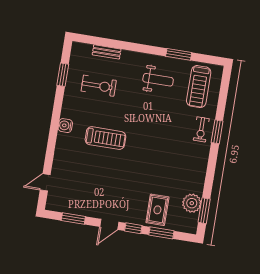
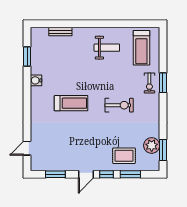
window: (179, 54) -> (120, 24), removed
exercise bike: (99, 86) -> (119, 105), moved
water cooler: (65, 126) -> (36, 80), moved
rug: (157, 210) -> (124, 156), turned 90

